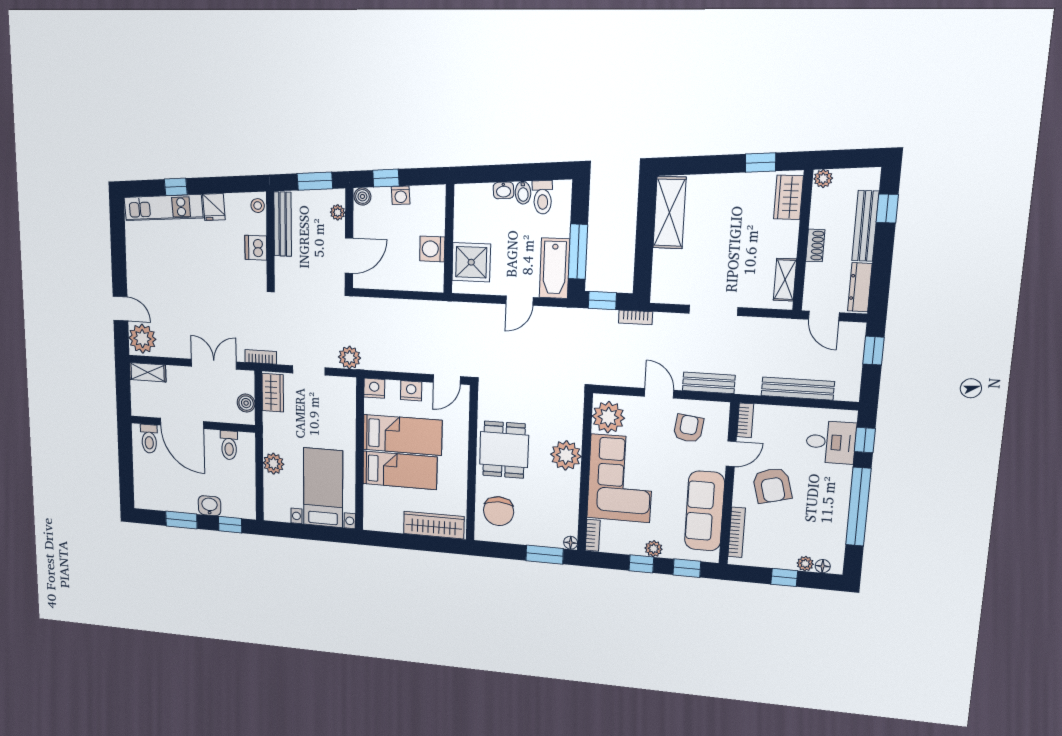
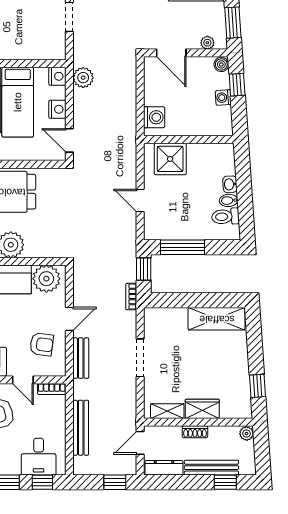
wardrobe: (788, 197) -> (202, 409), moved
washing machine: (432, 249) -> (154, 117), moved, turned 90
bathtub: (554, 268) -> (168, 229), removed
plant: (349, 357) -> (83, 78), moved

